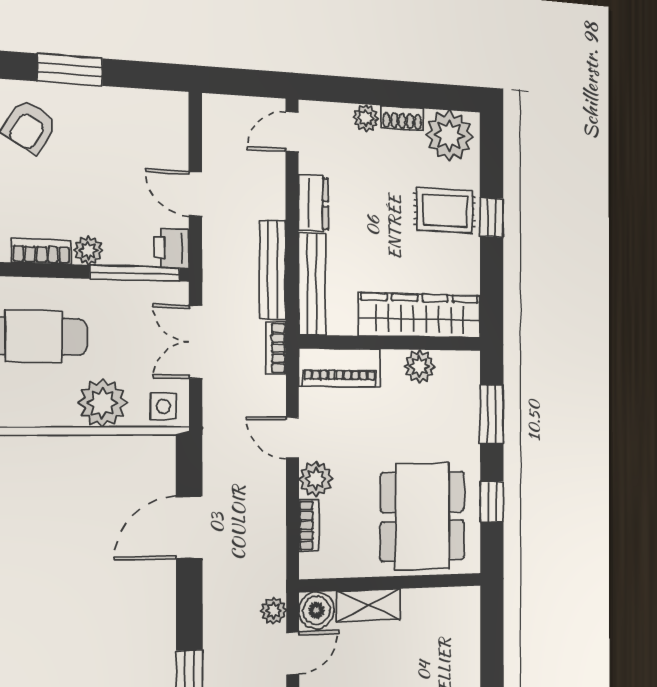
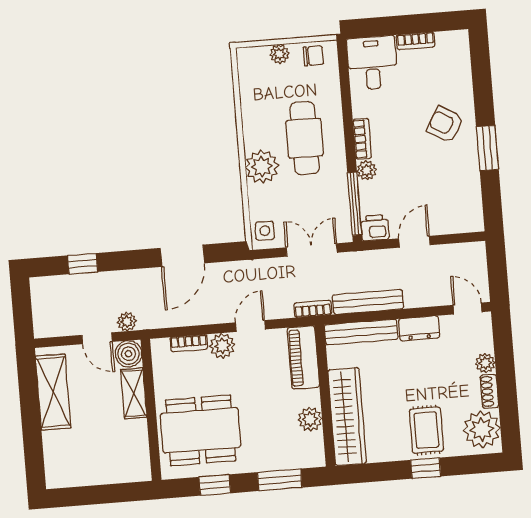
plant: (102, 403) -> (262, 167), moved
door: (189, 527) -> (182, 256), swing flipped

